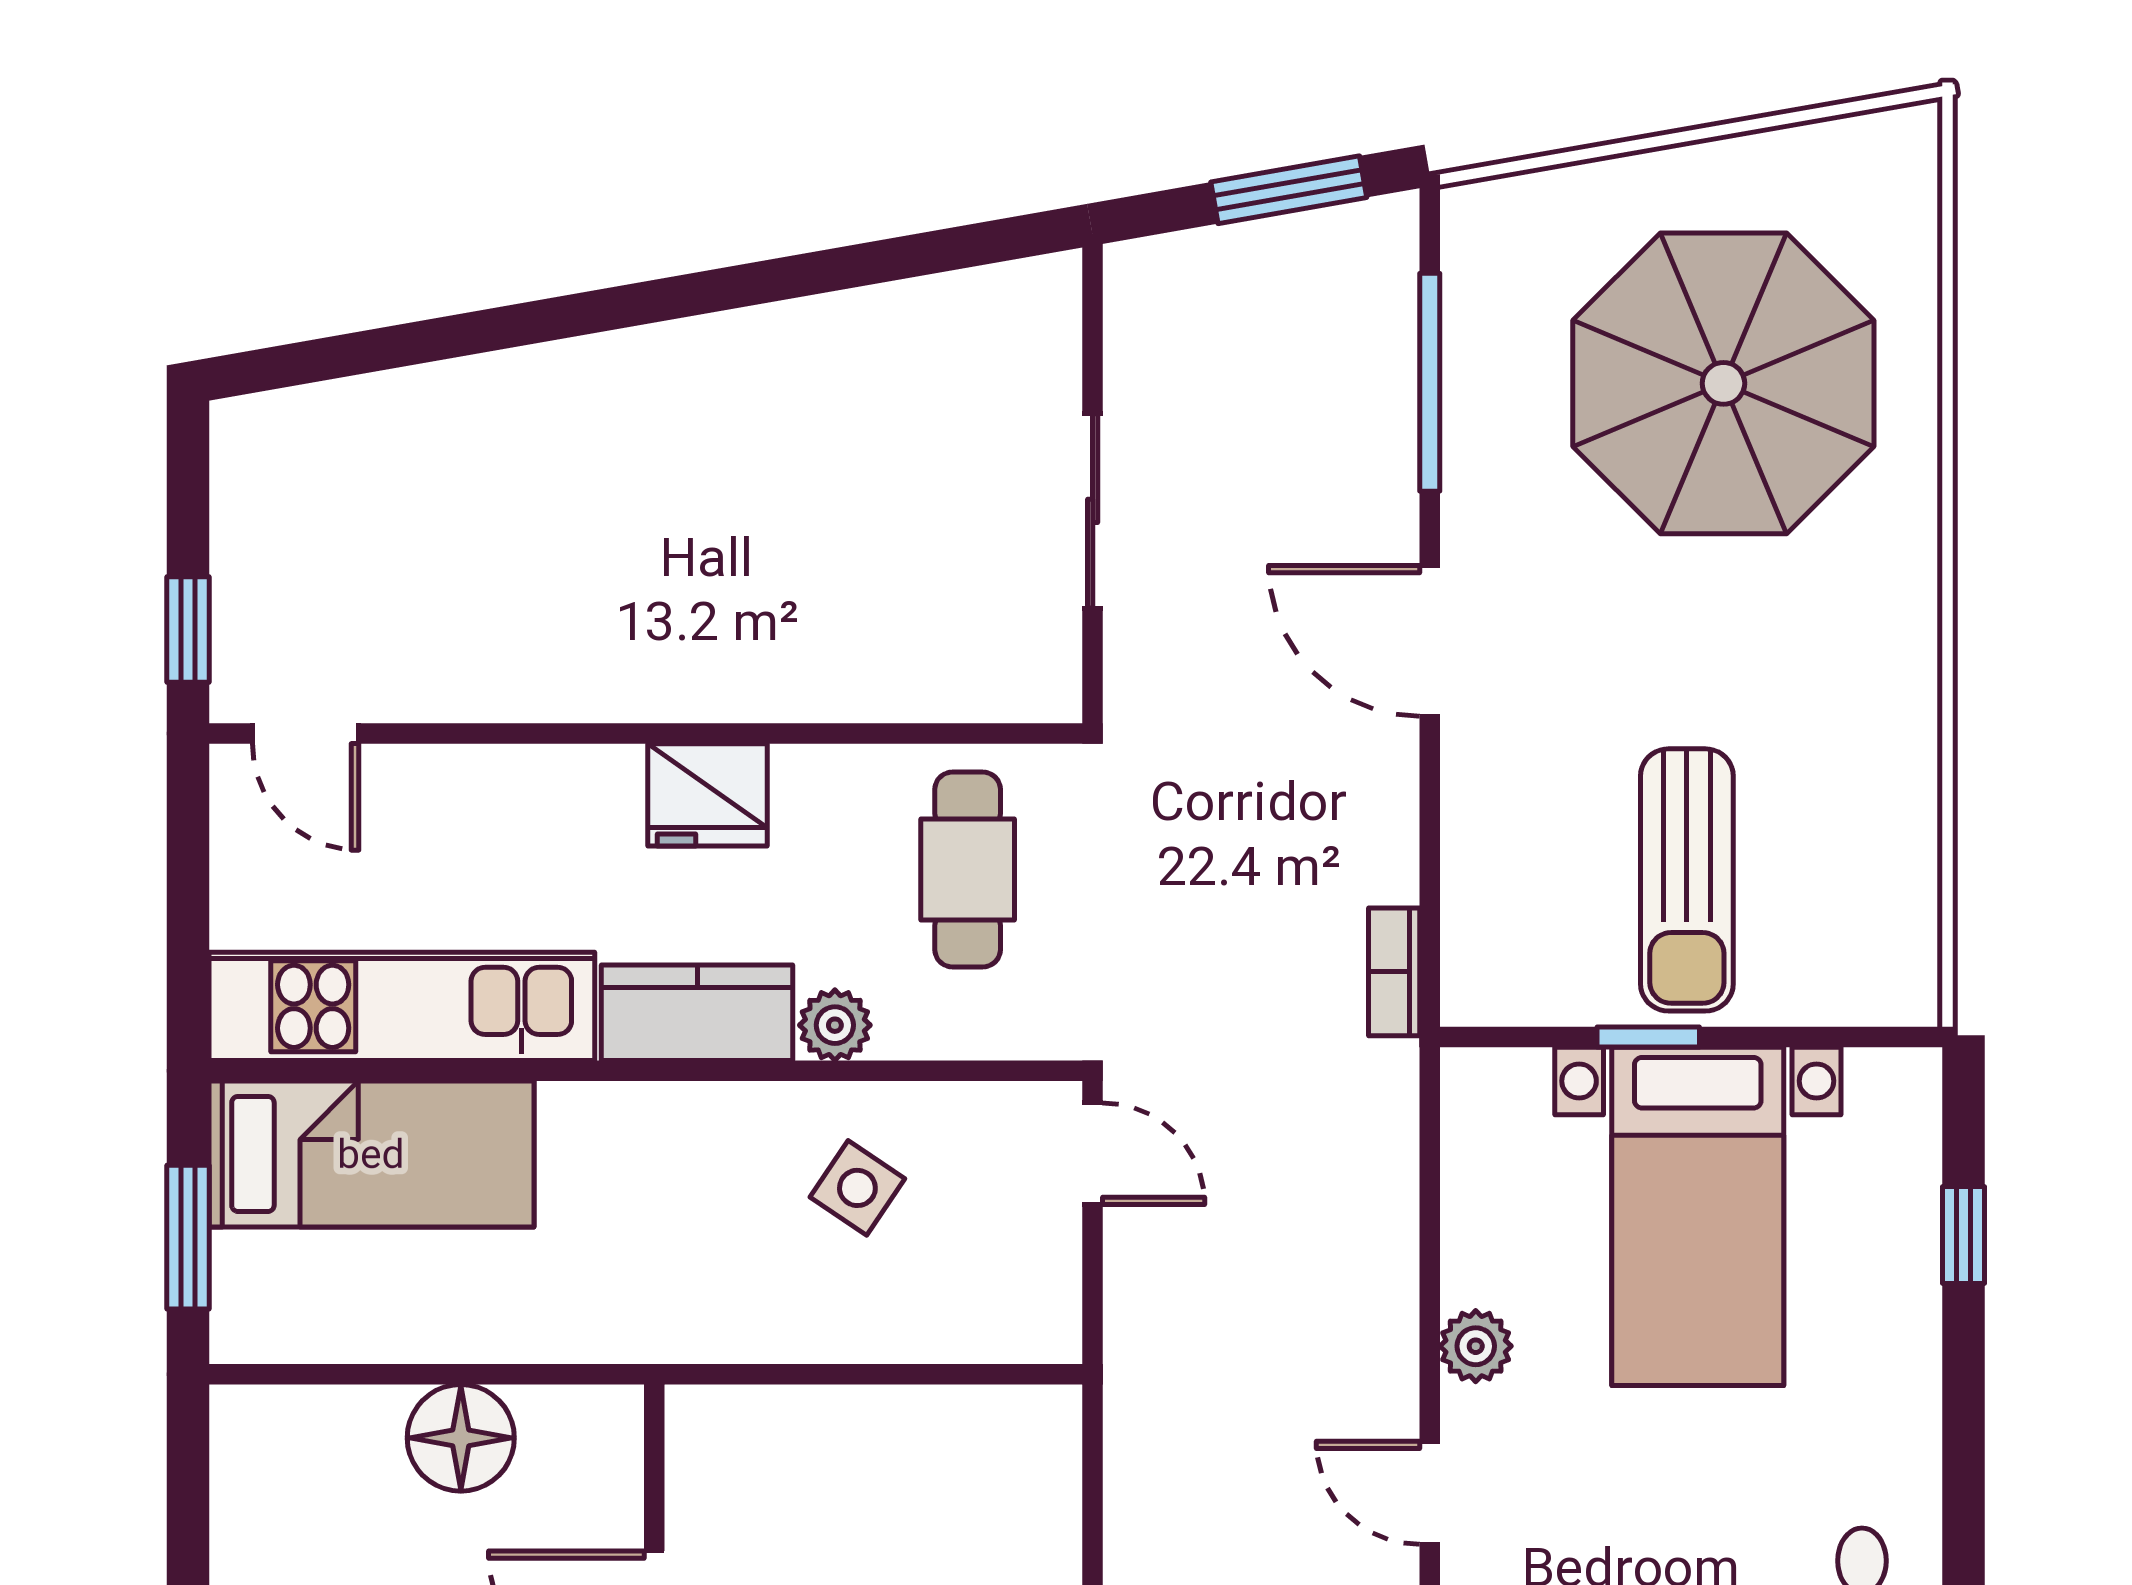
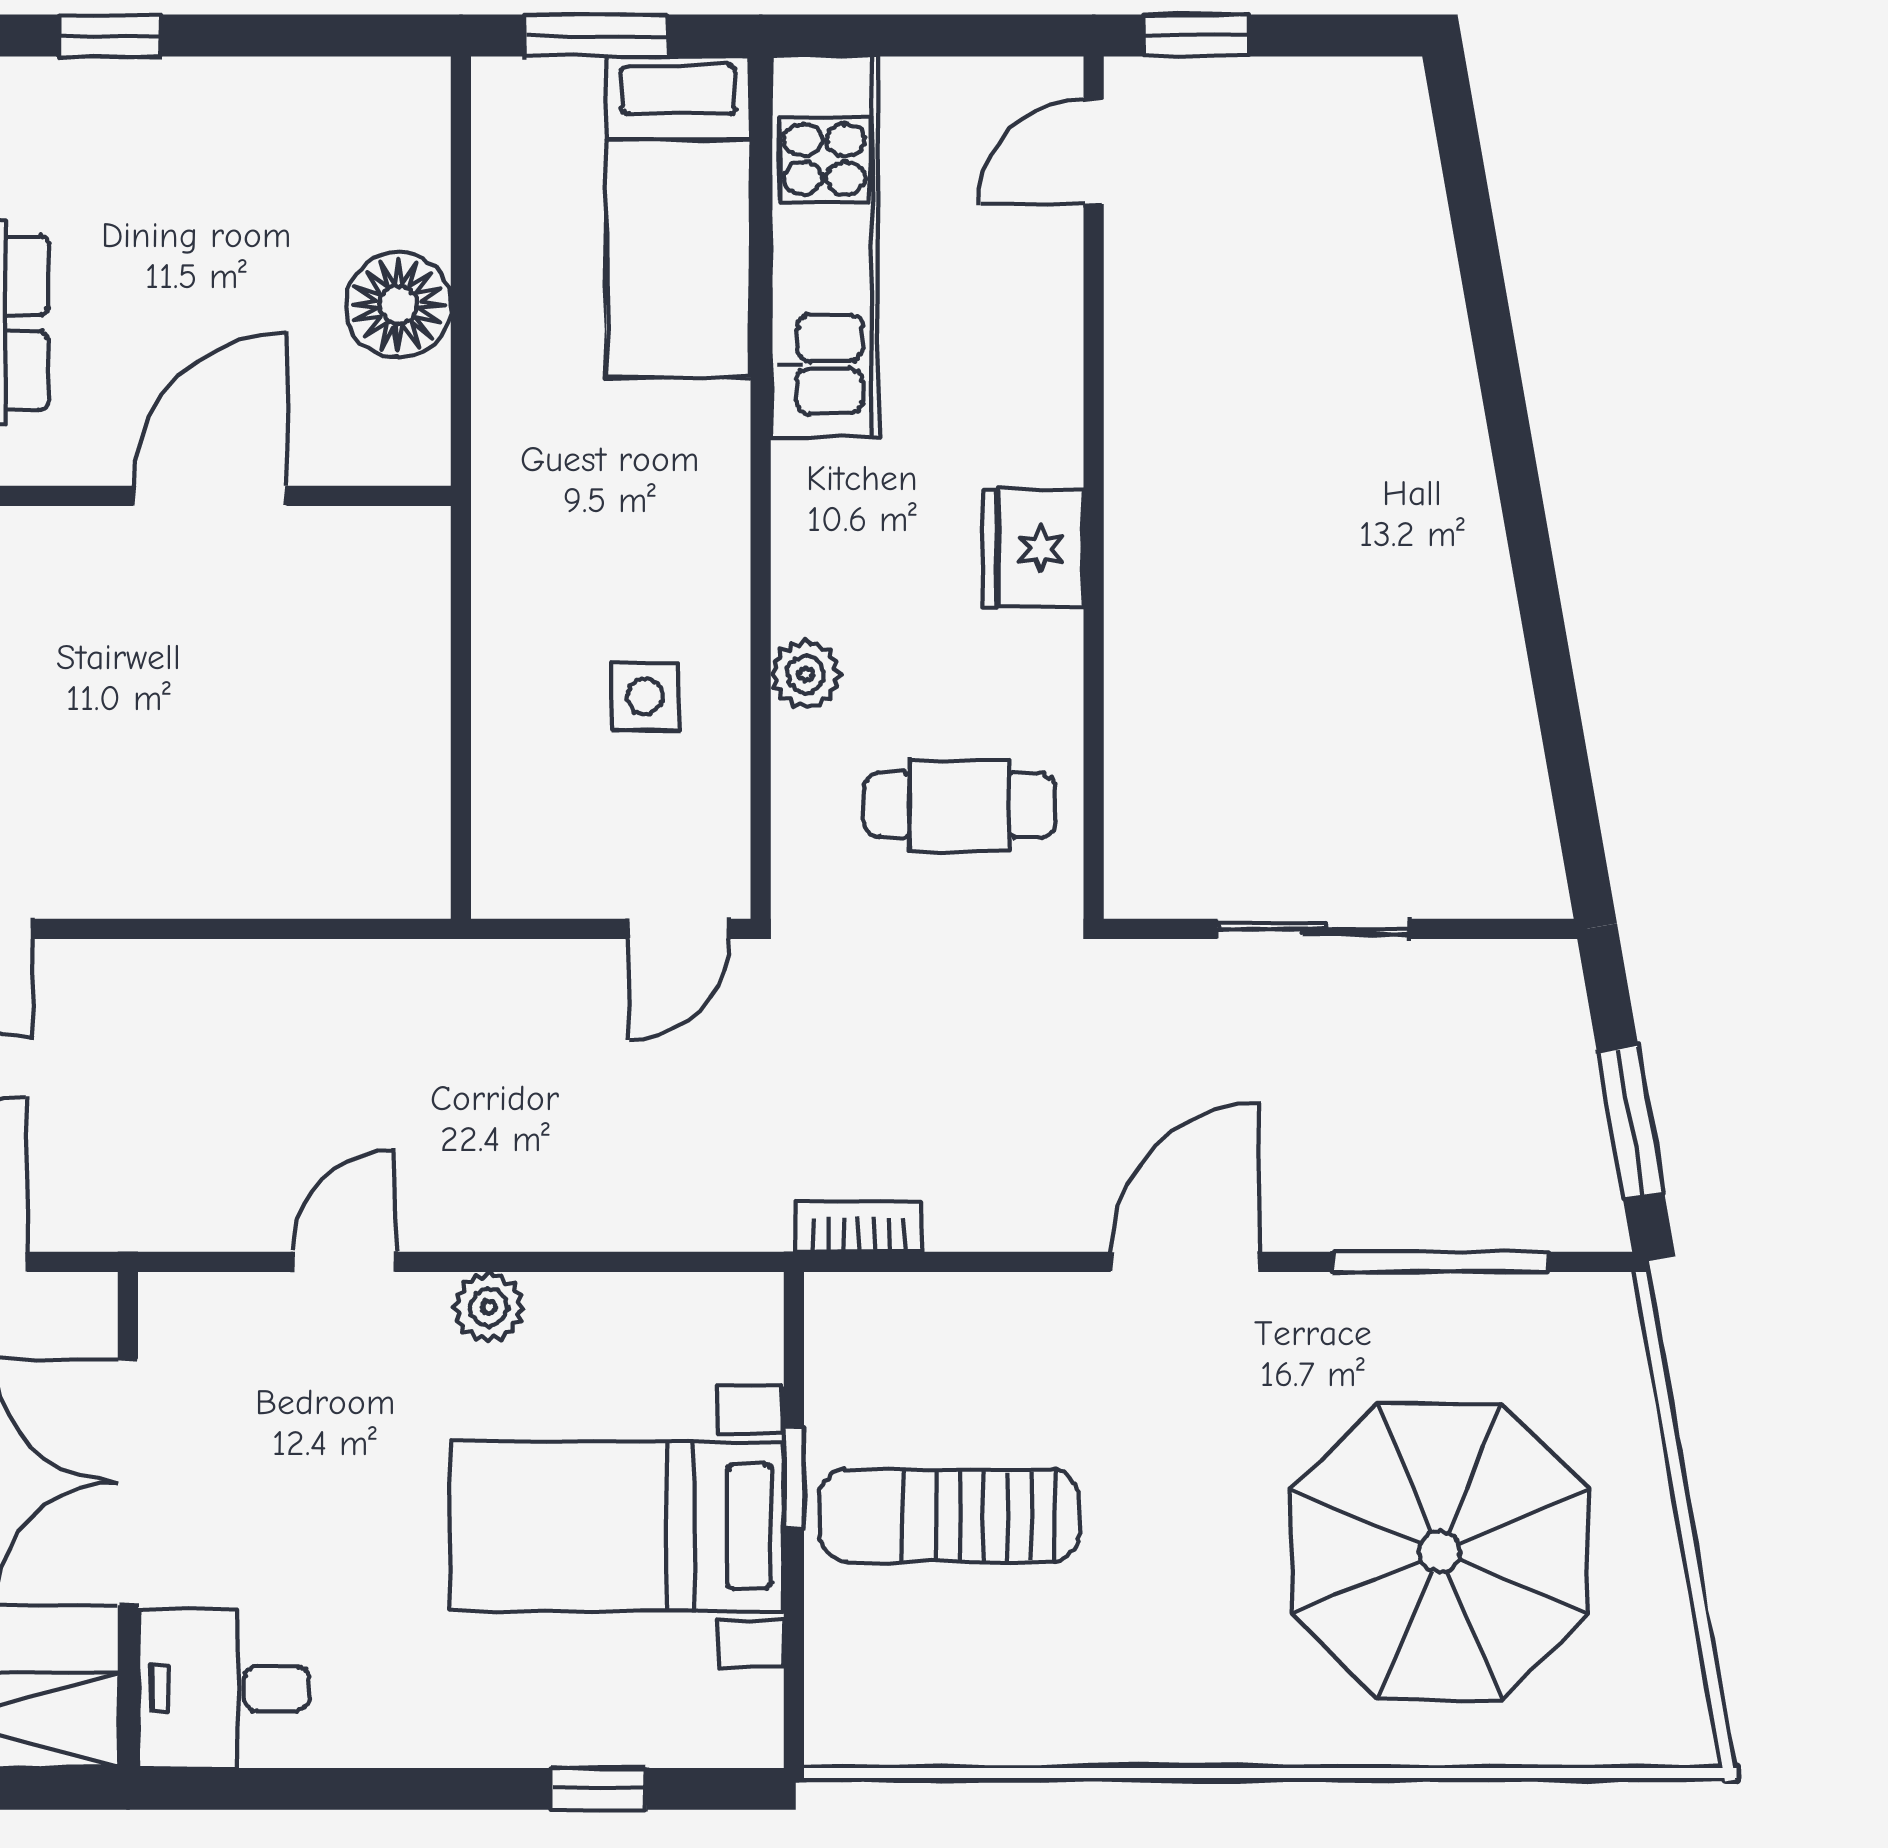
kitchen counter: (697, 1013) -> (818, 538), removed
side table: (857, 1188) -> (645, 697), turned -34

